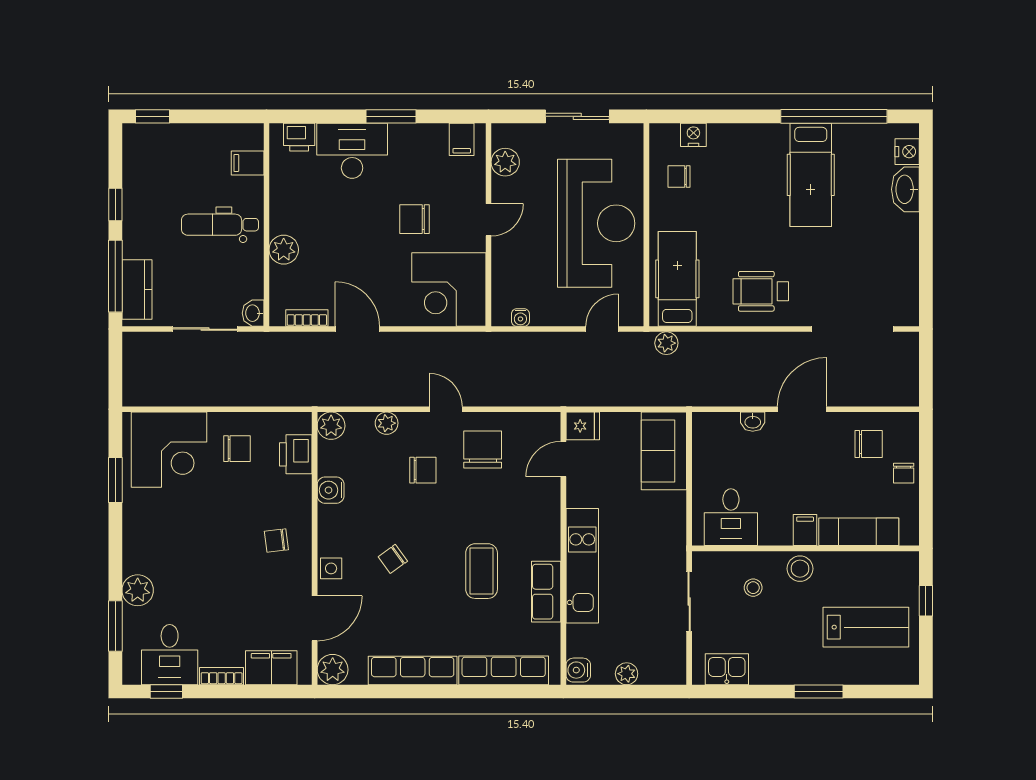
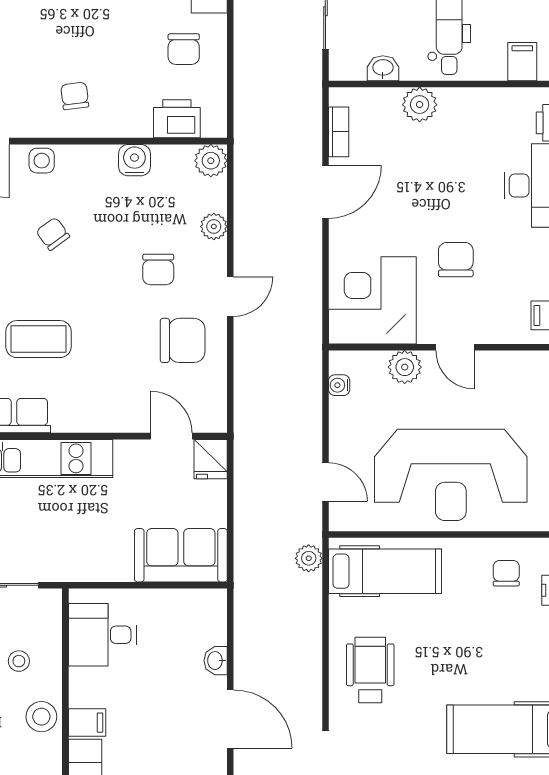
plant: (505, 162) -> (405, 367), moved
washbasin: (253, 313) -> (383, 68), moved

